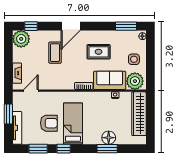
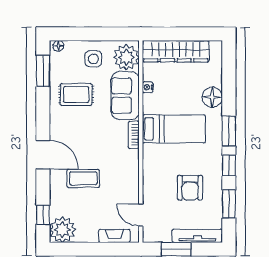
rug: (99, 52) -> (76, 94), moved, turned 90
armchair: (49, 123) -> (190, 188), turned 180
bed: (73, 124) -> (174, 129), moved, turned 180
window: (107, 149) -> (229, 131), moved

